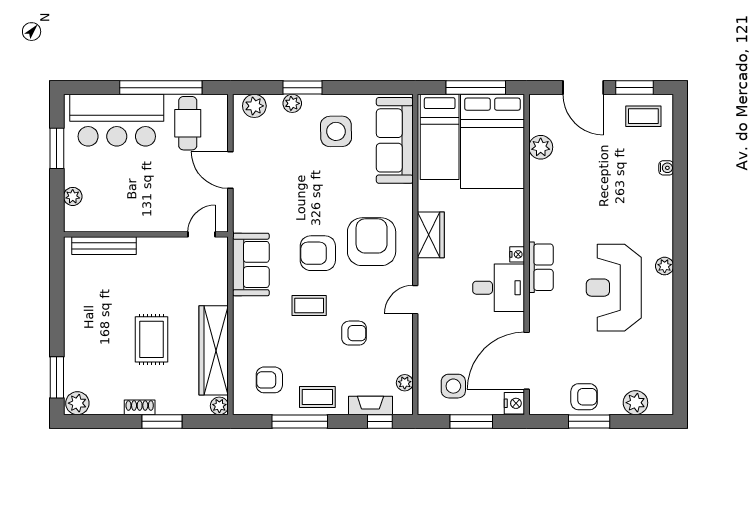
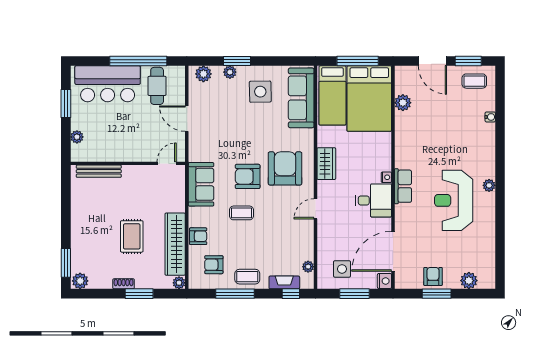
armchair: (354, 333) -> (198, 236), moved
armchair: (584, 397) -> (433, 276), turned -90

